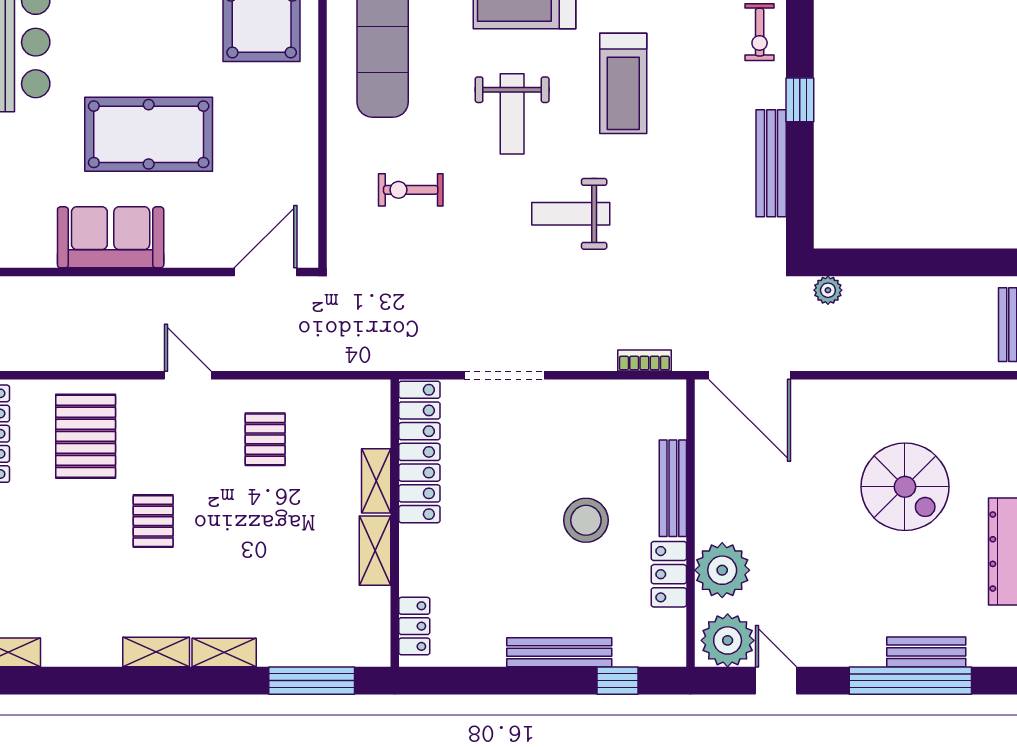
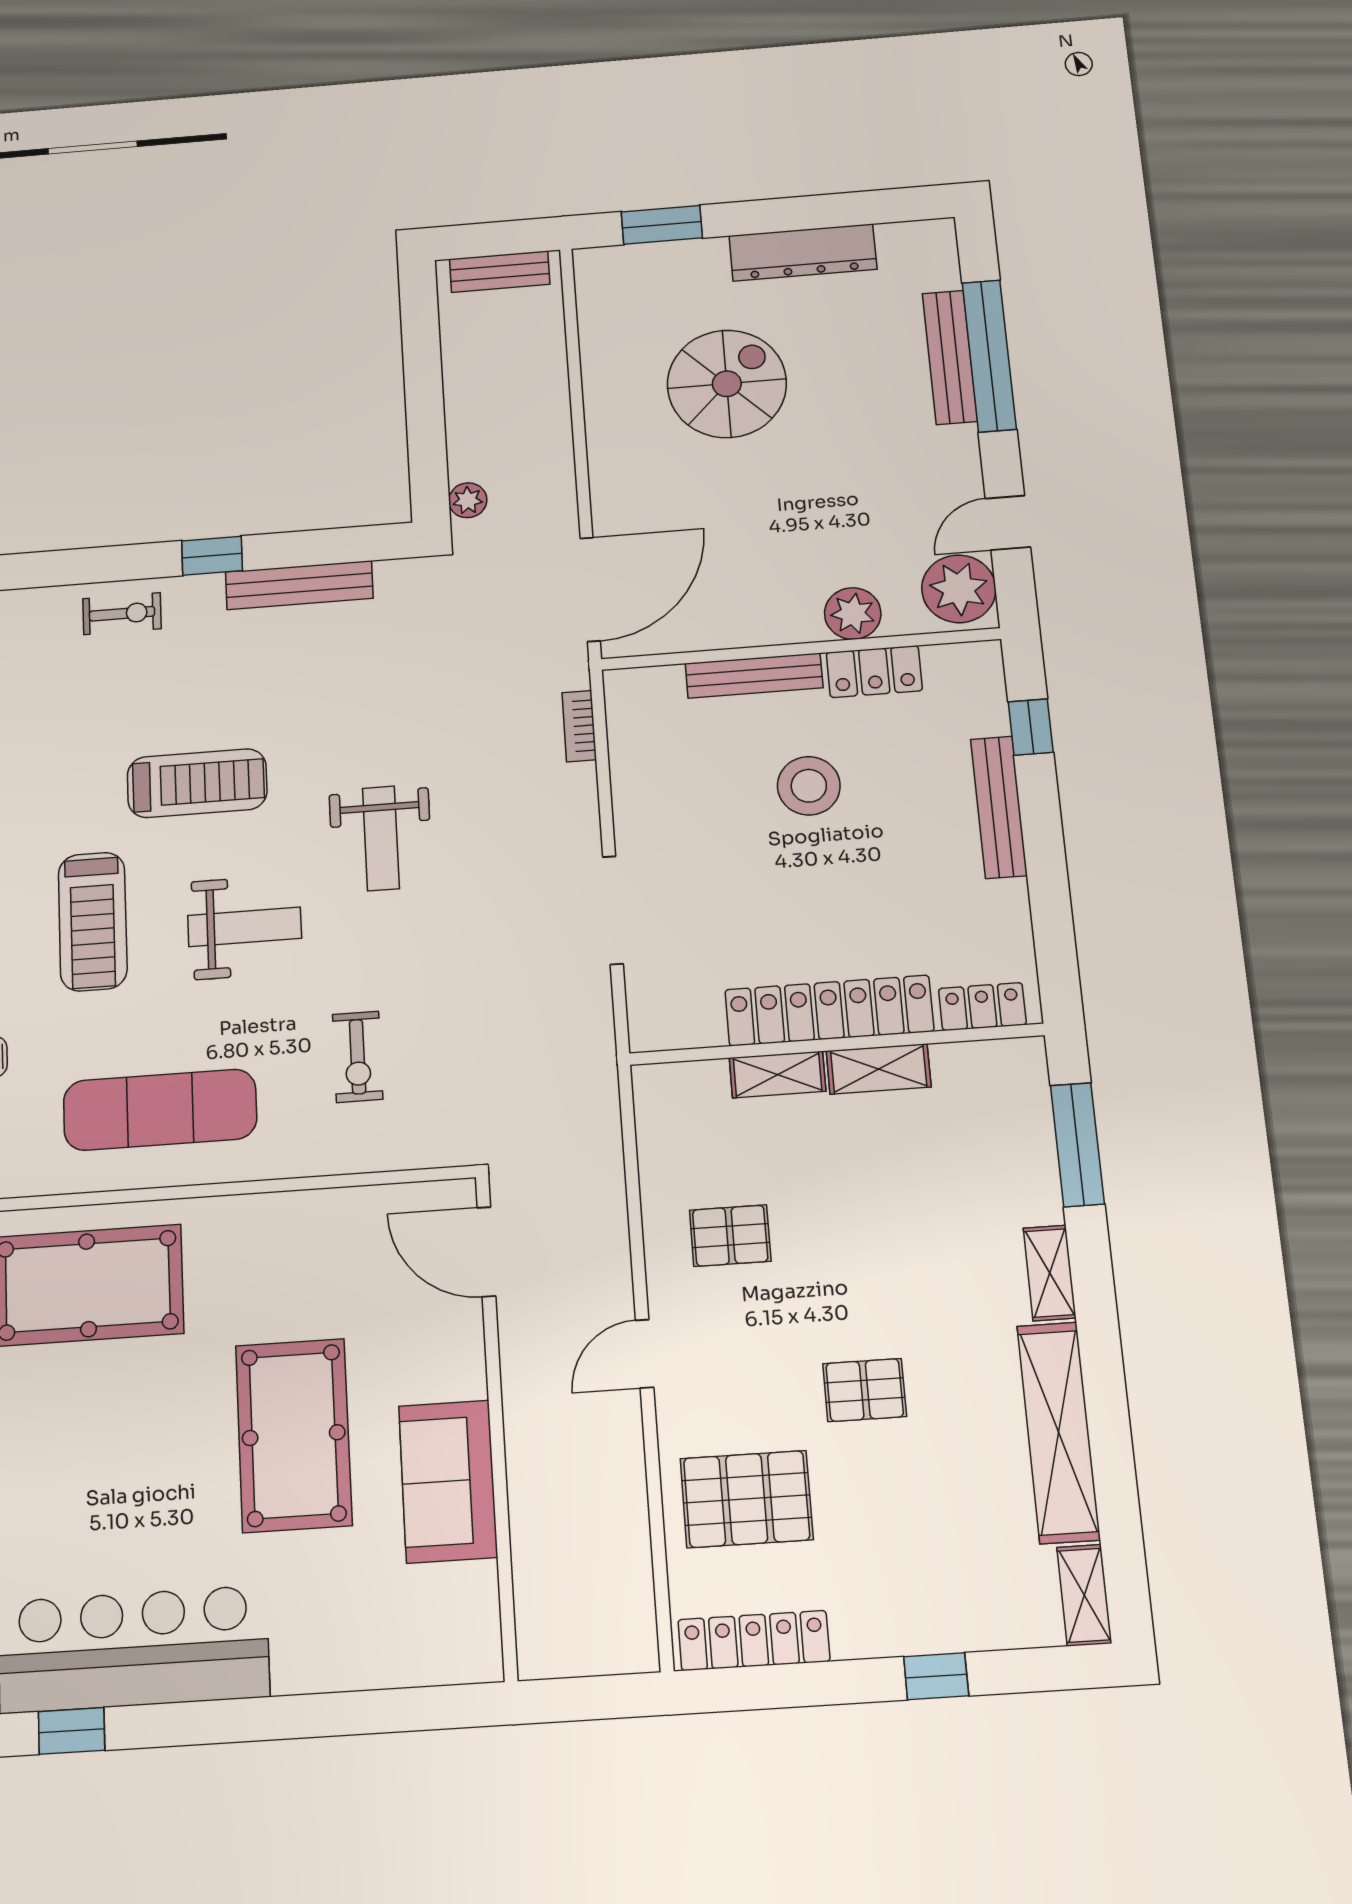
locker: (419, 452) -> (829, 1011), moved
plant: (722, 570) -> (853, 614), width x0.73, depth x0.73
shelving: (156, 652) -> (1058, 1432), width x2.20, depth x1.33
bench: (926, 652) -> (950, 357), width x1.36

